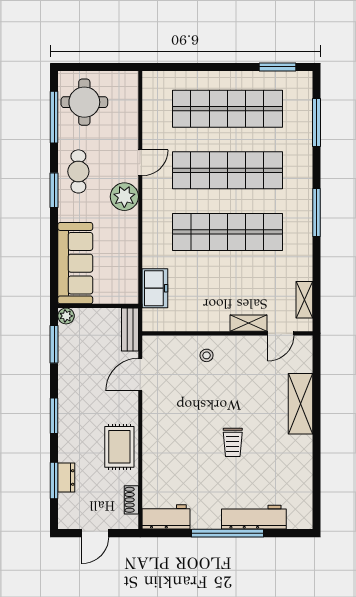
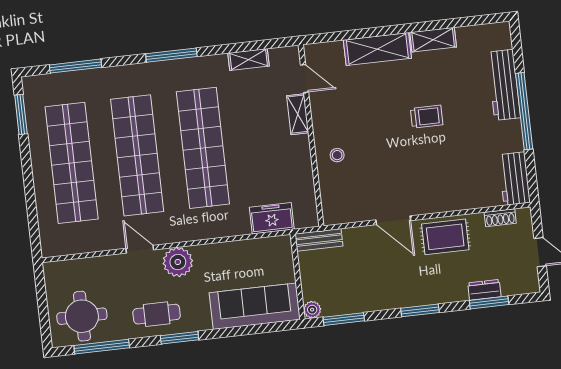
shelving: (304, 300) -> (249, 60), moved
door: (140, 375) -> (393, 220), moved
shelving: (303, 456) -> (433, 40), added

